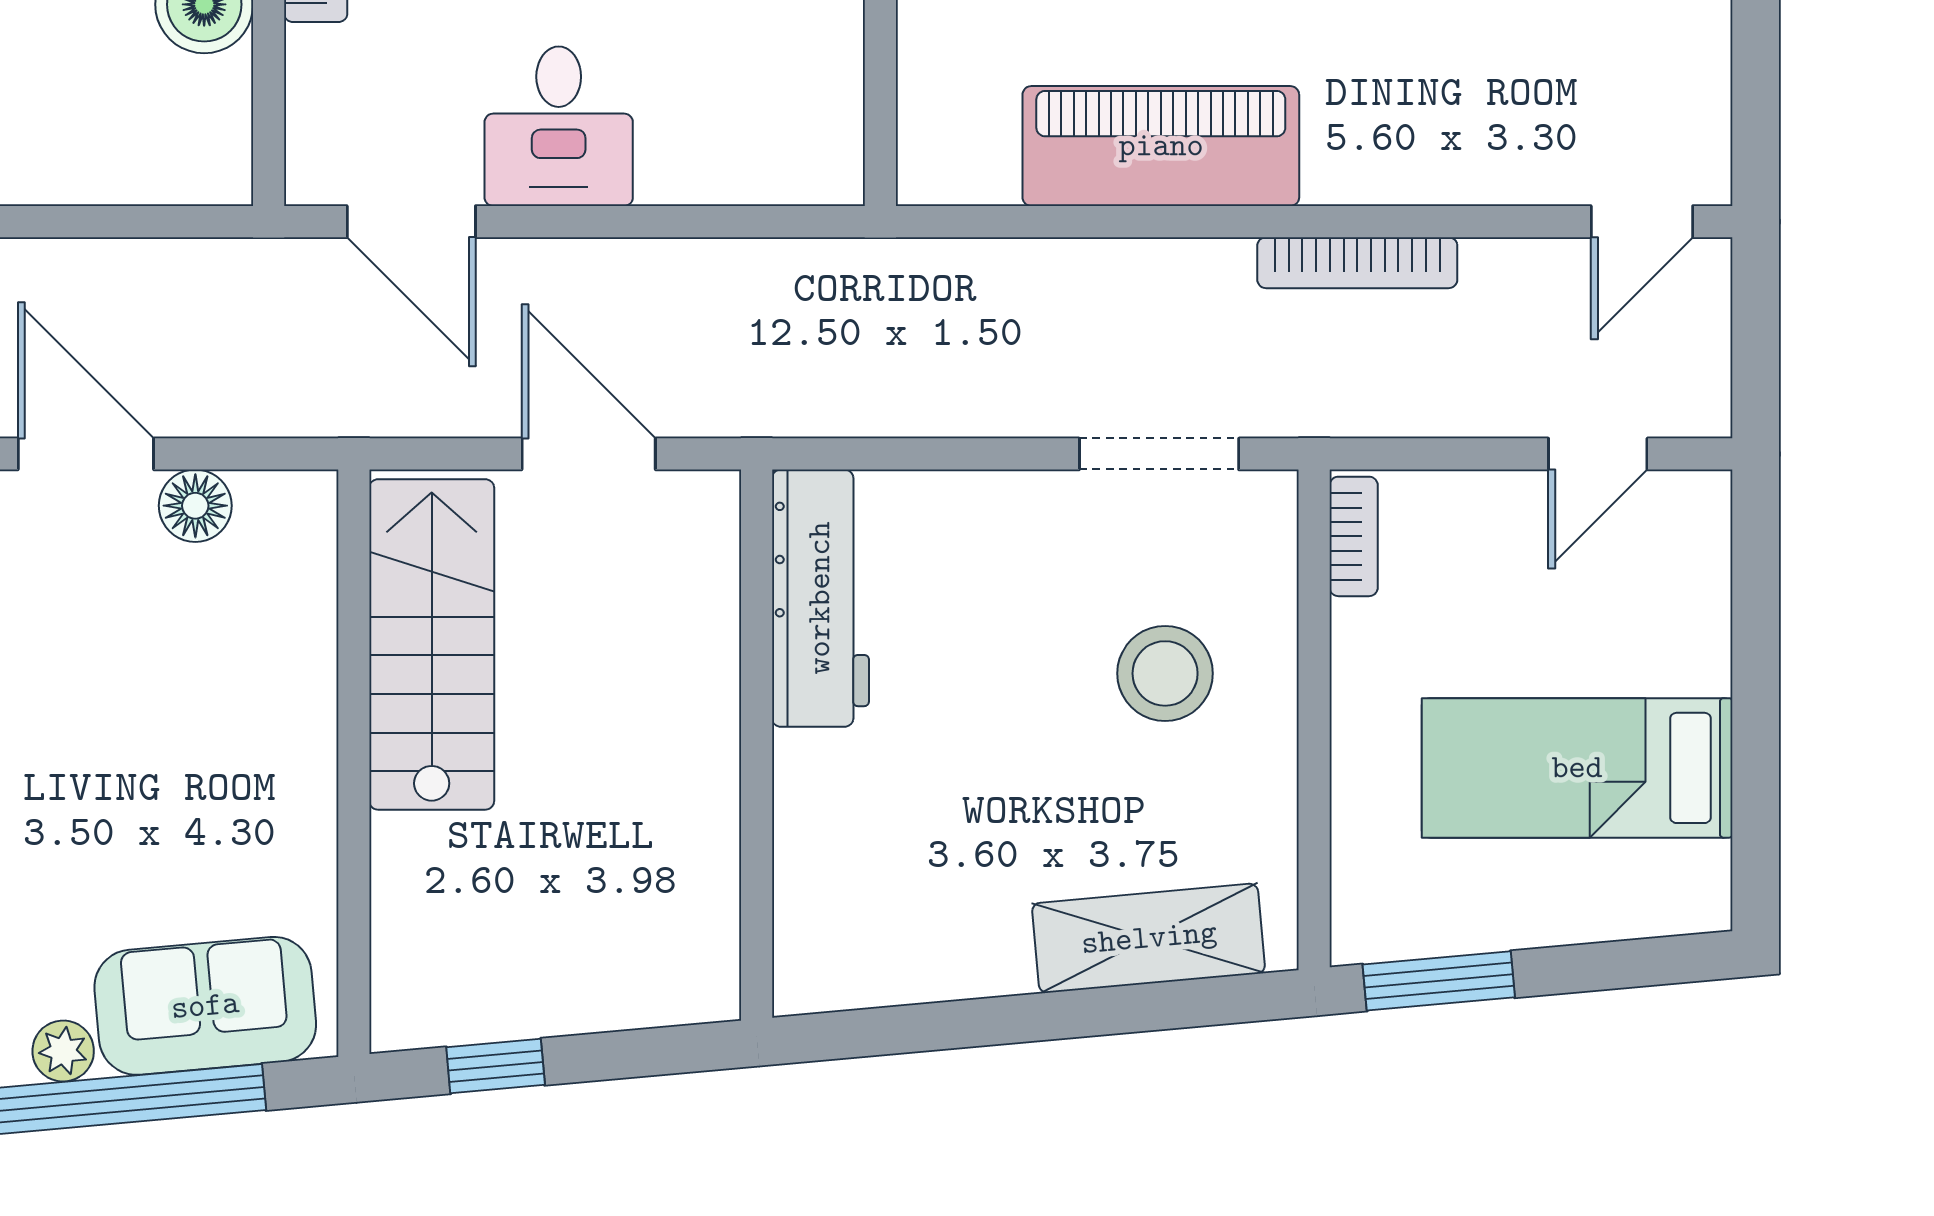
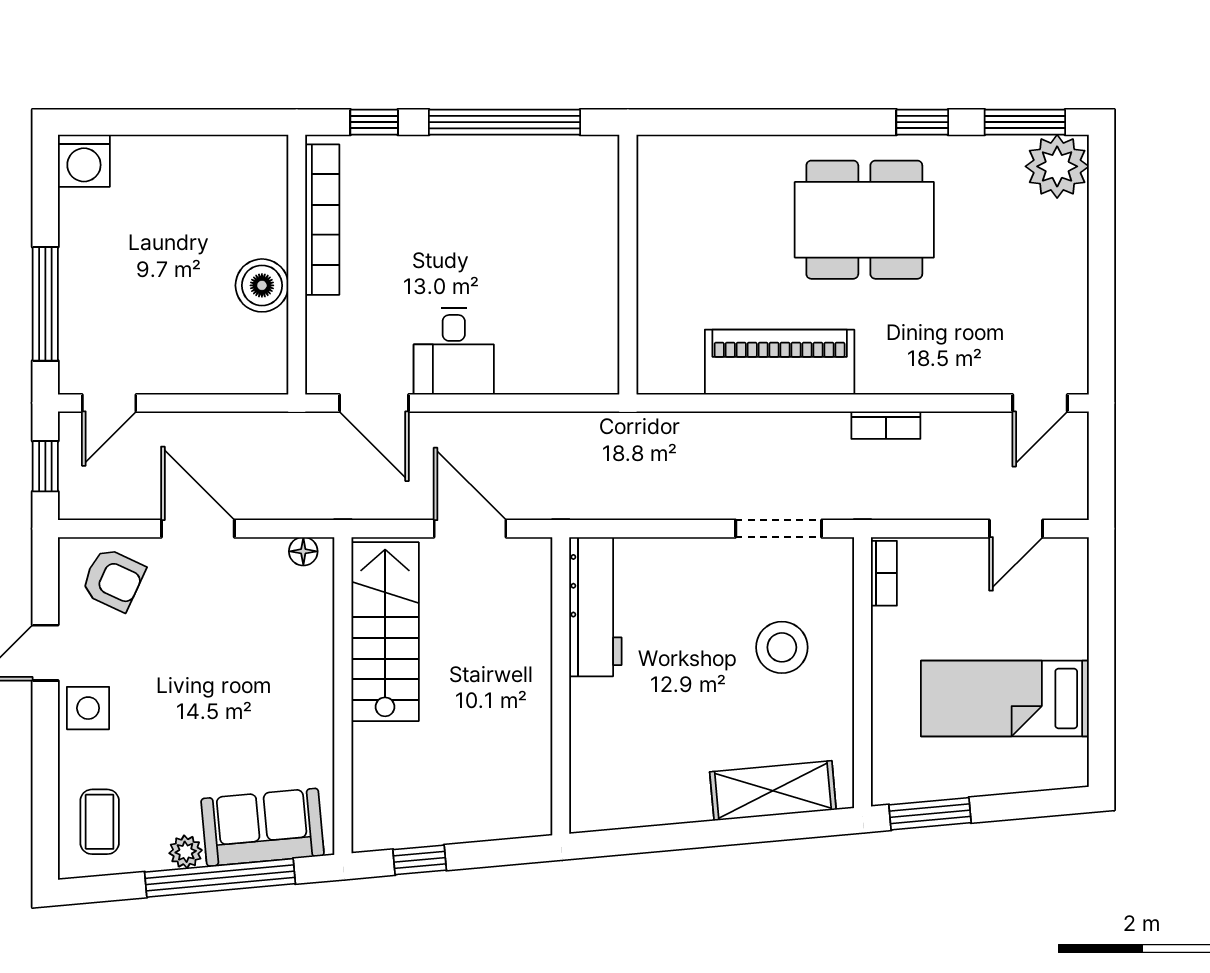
bookcase: (1357, 263) -> (886, 425), width x0.64
floor lamp: (195, 506) -> (303, 551), moved, width x0.73, depth x0.73

